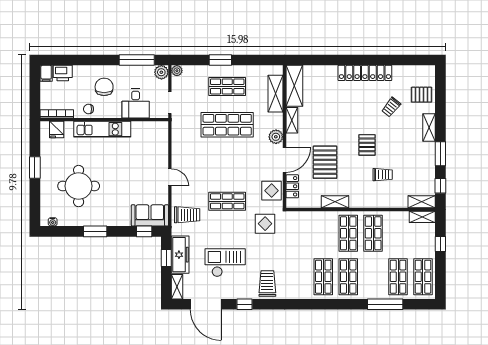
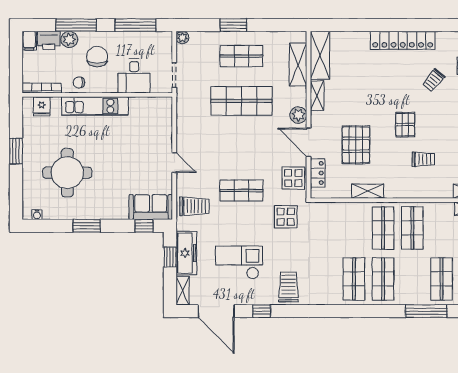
window: (86, 60) -> (76, 25), added
plant: (161, 72) -> (69, 39), moved
door: (284, 160) -> (308, 142), swing flipped

